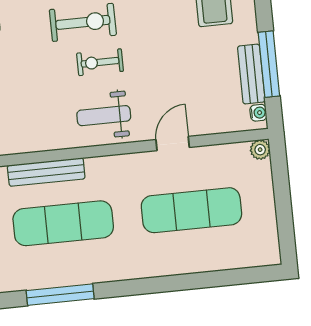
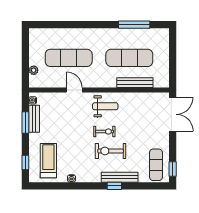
window: (269, 64) -> (25, 123), width x0.69
door: (173, 143) -> (74, 90), swing flipped
plant: (260, 150) -> (34, 70), moved

